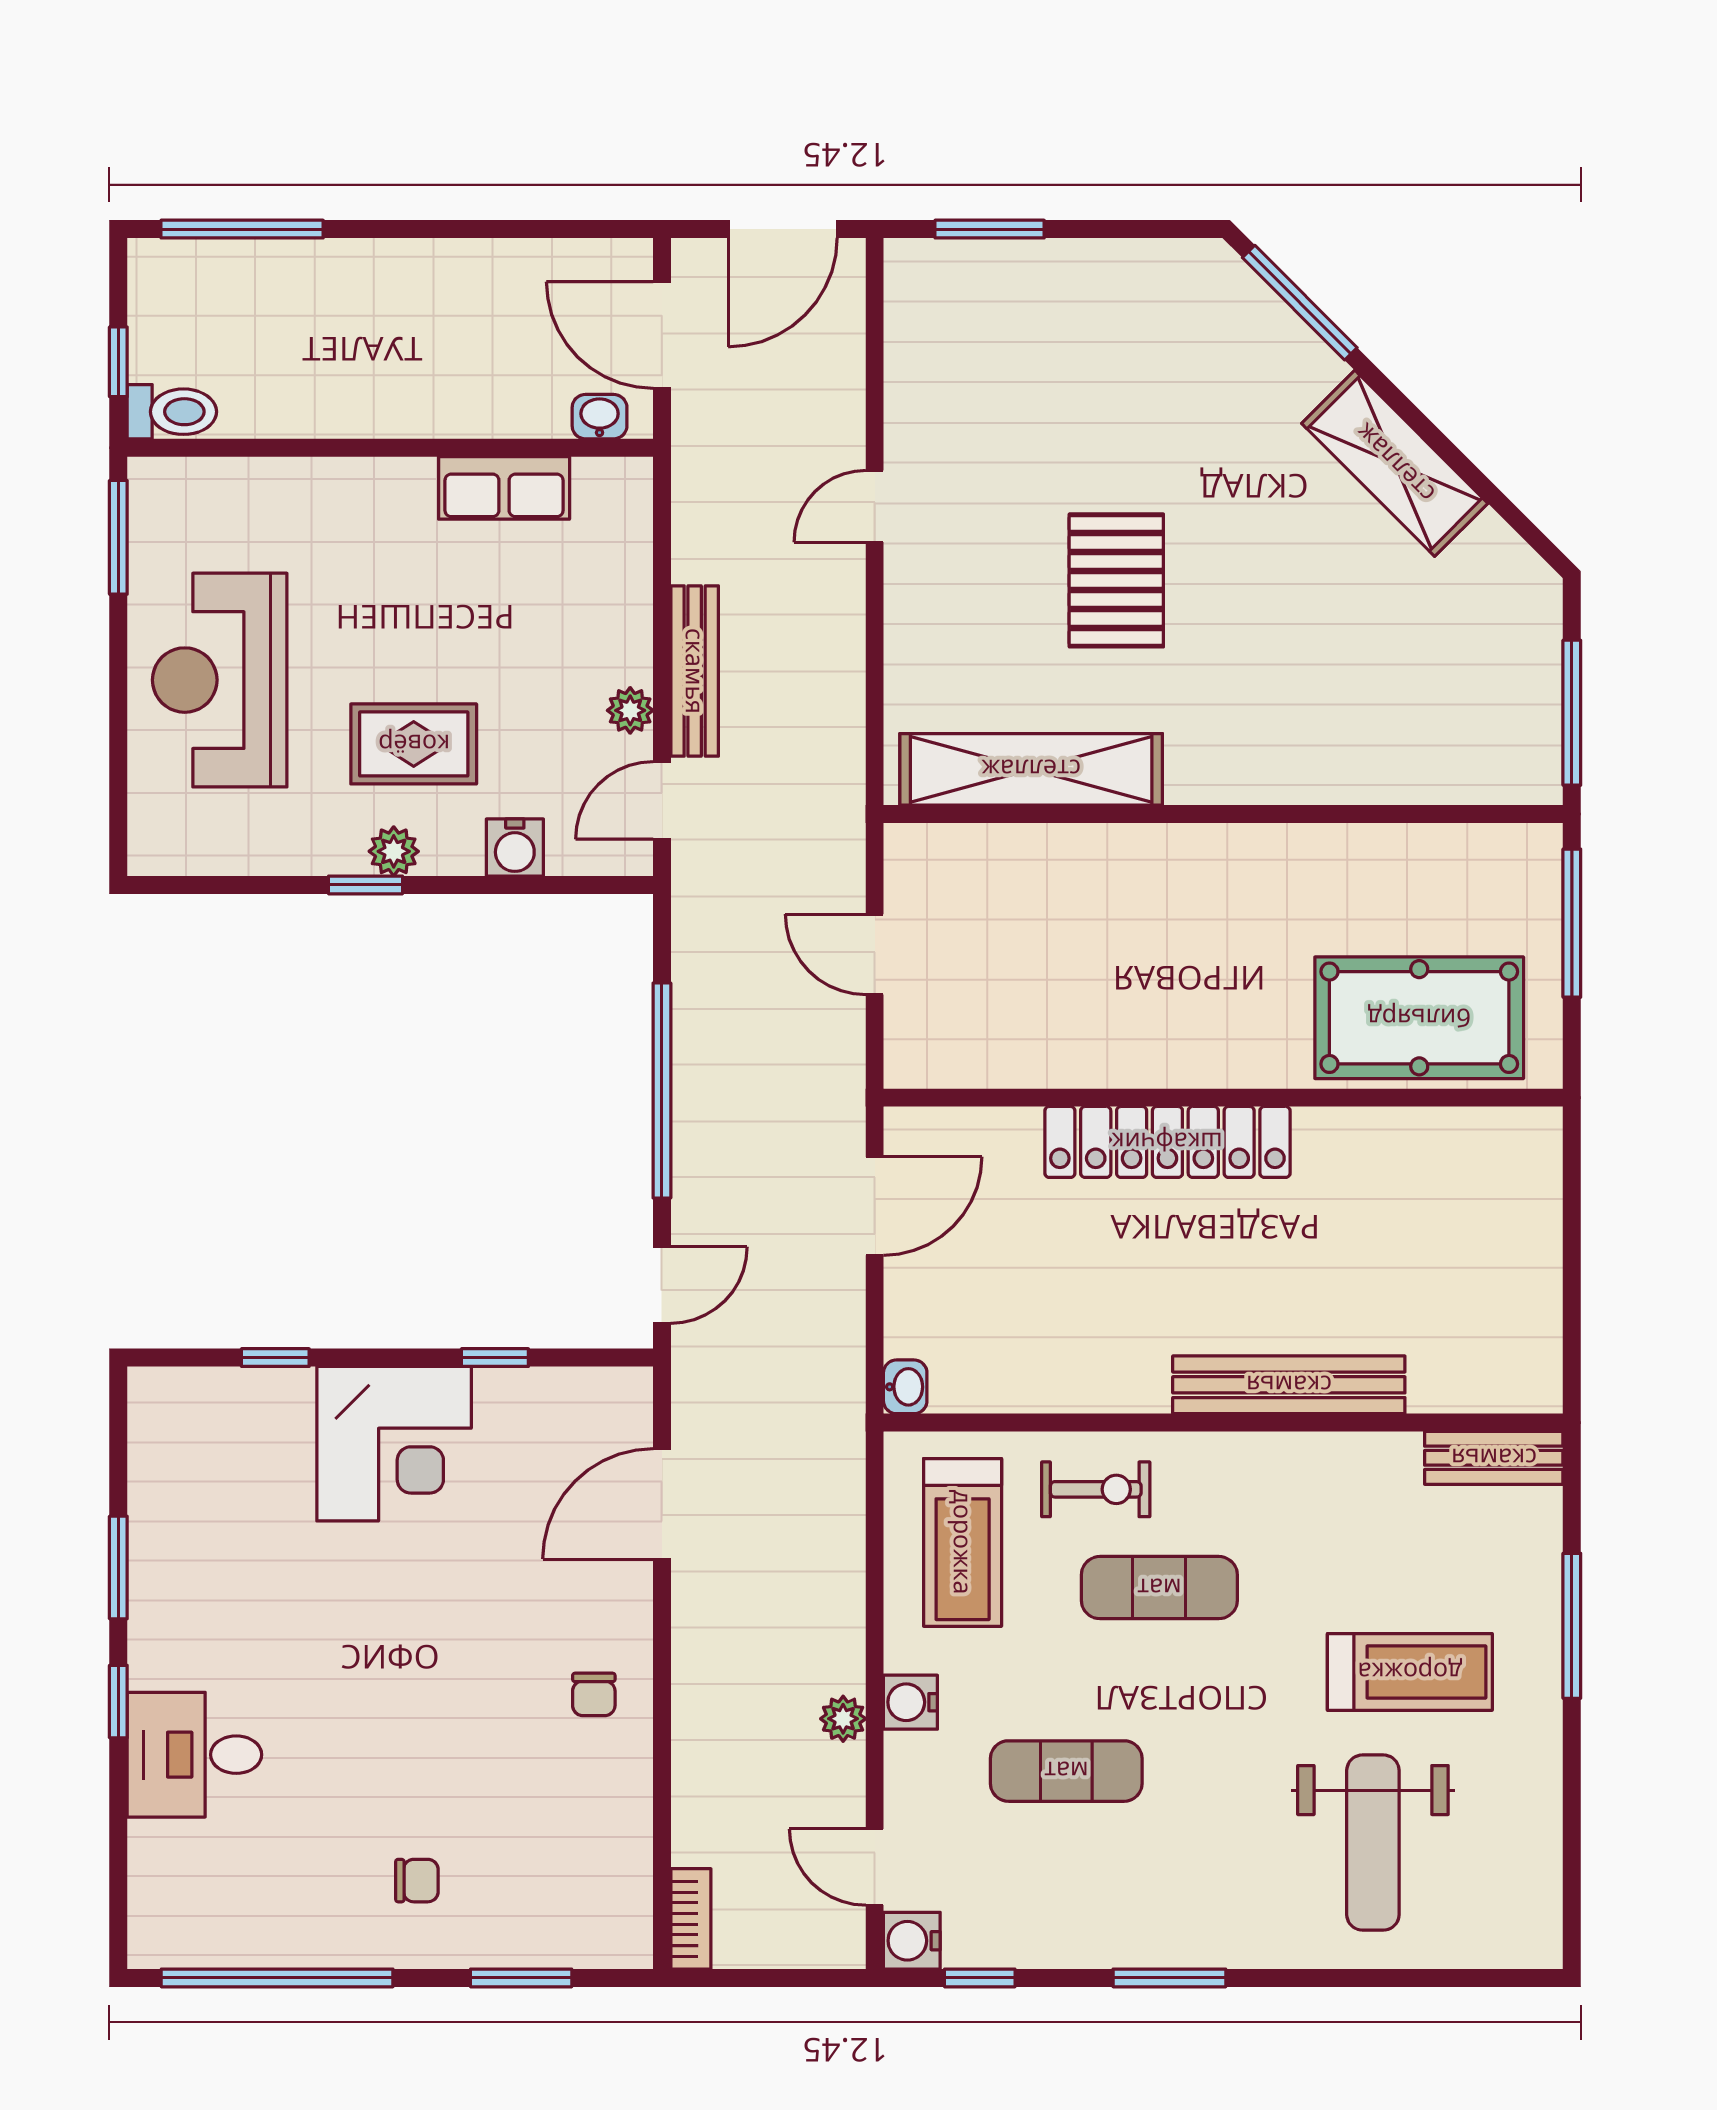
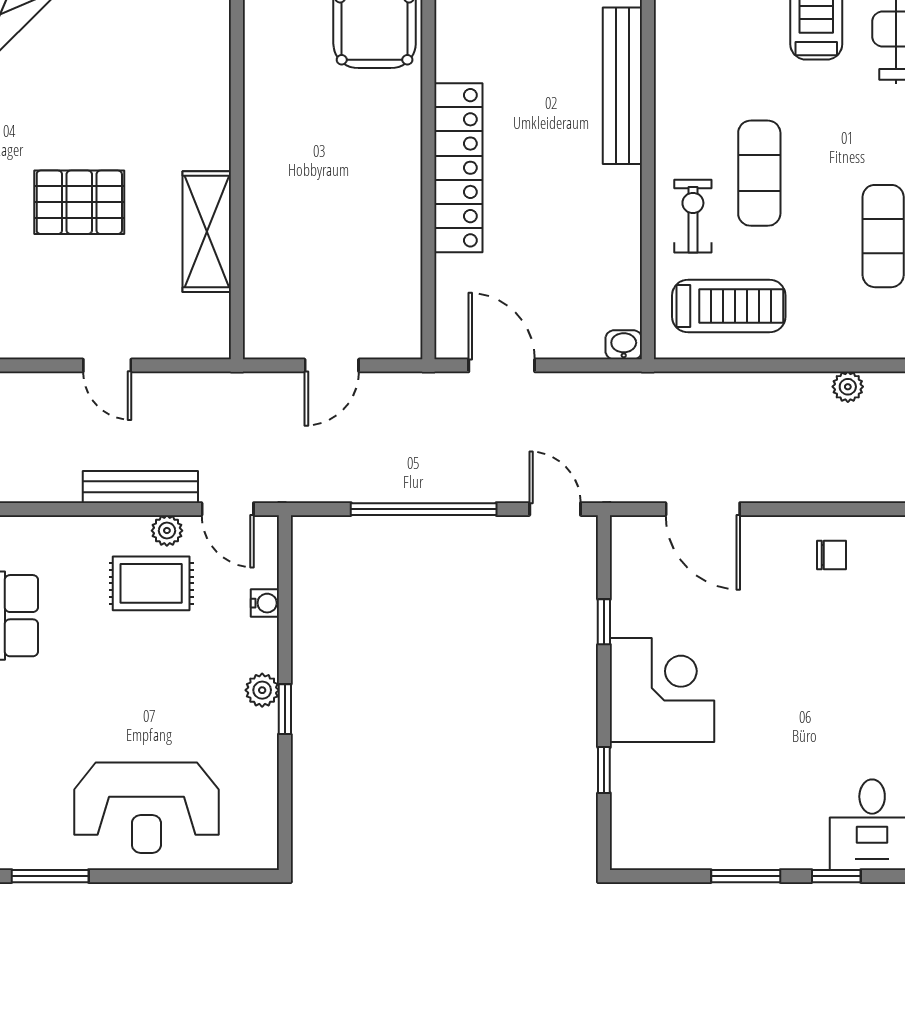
door: (875, 506) -> (107, 365), moved
rug: (414, 744) -> (151, 583), moved, turned 90
shelving: (1031, 769) -> (207, 232), width x0.68
water cooler: (515, 847) -> (265, 603), width x0.72, depth x0.72
water cooler: (910, 1702) -> (837, 341), removed

